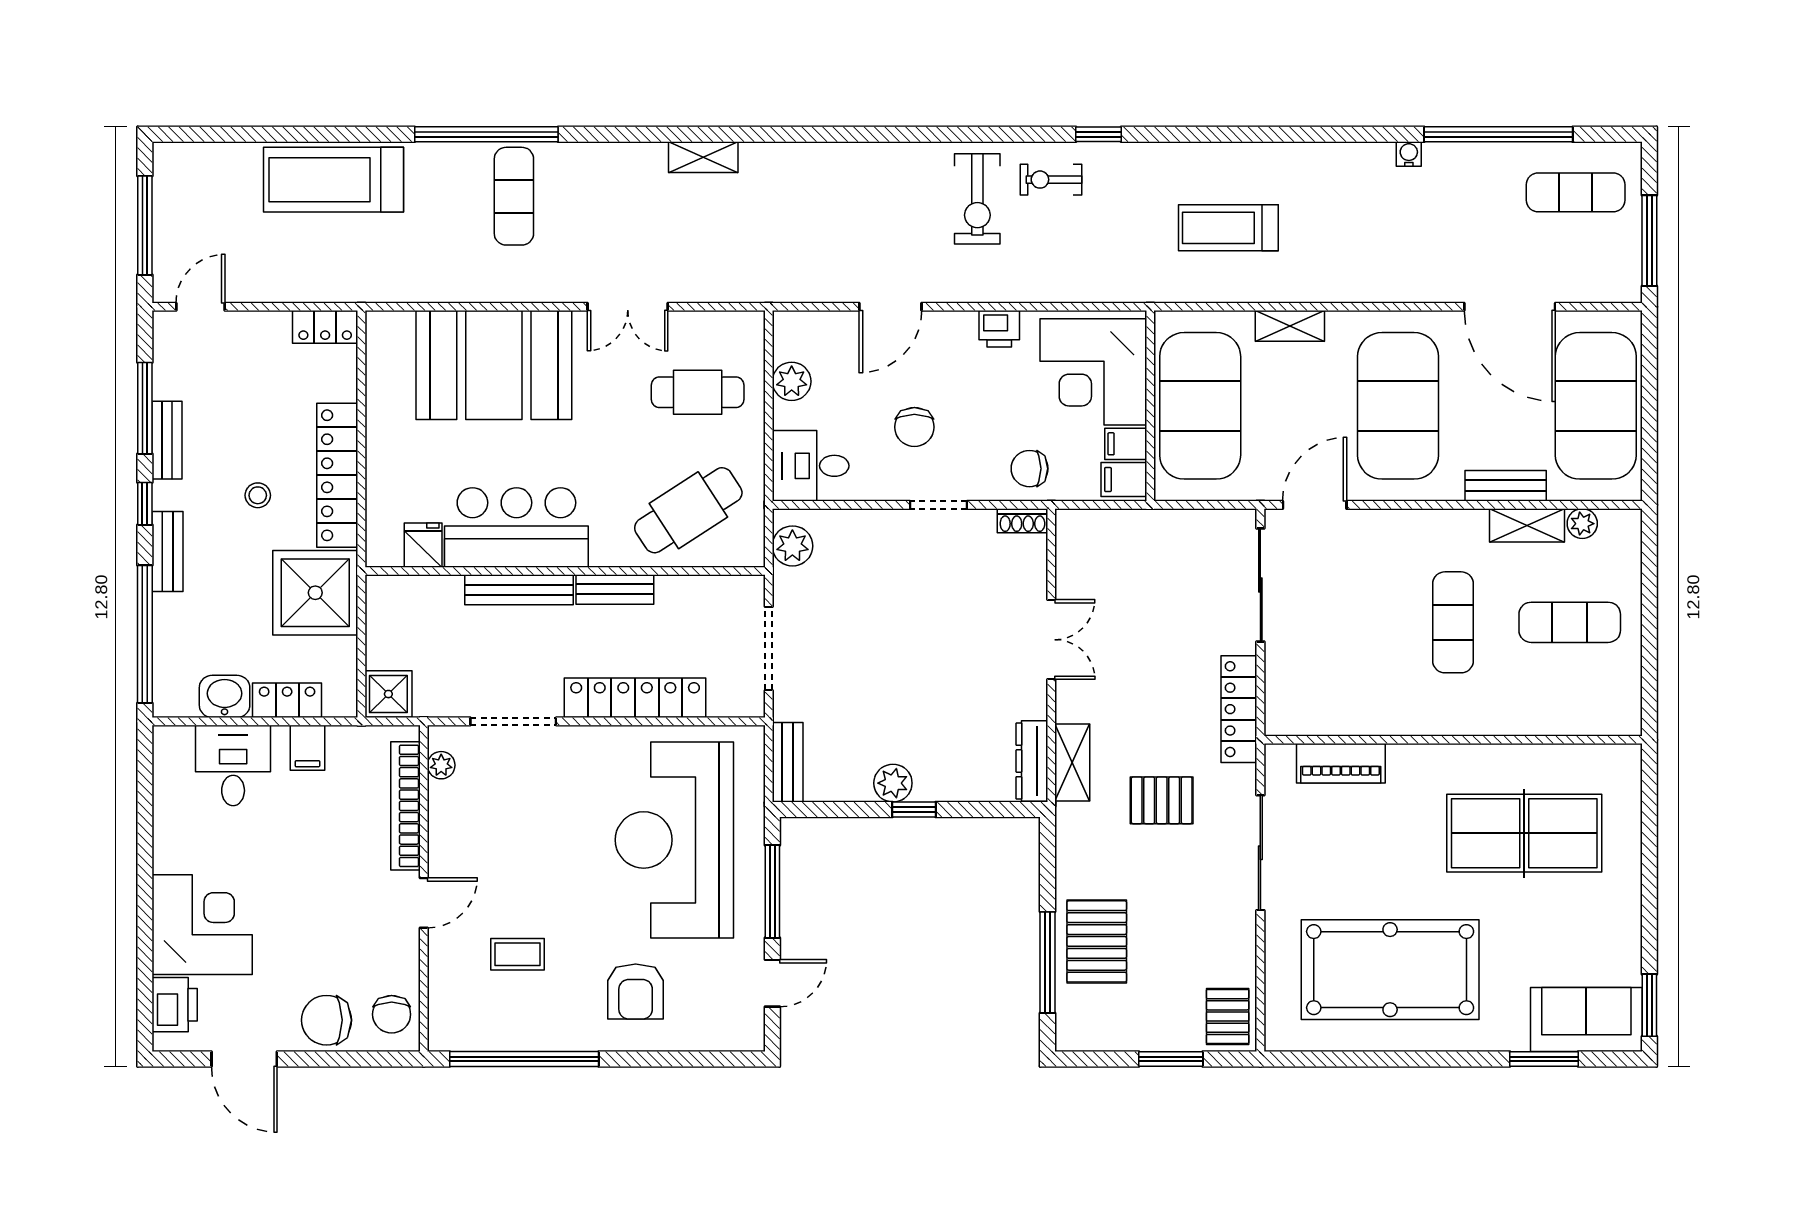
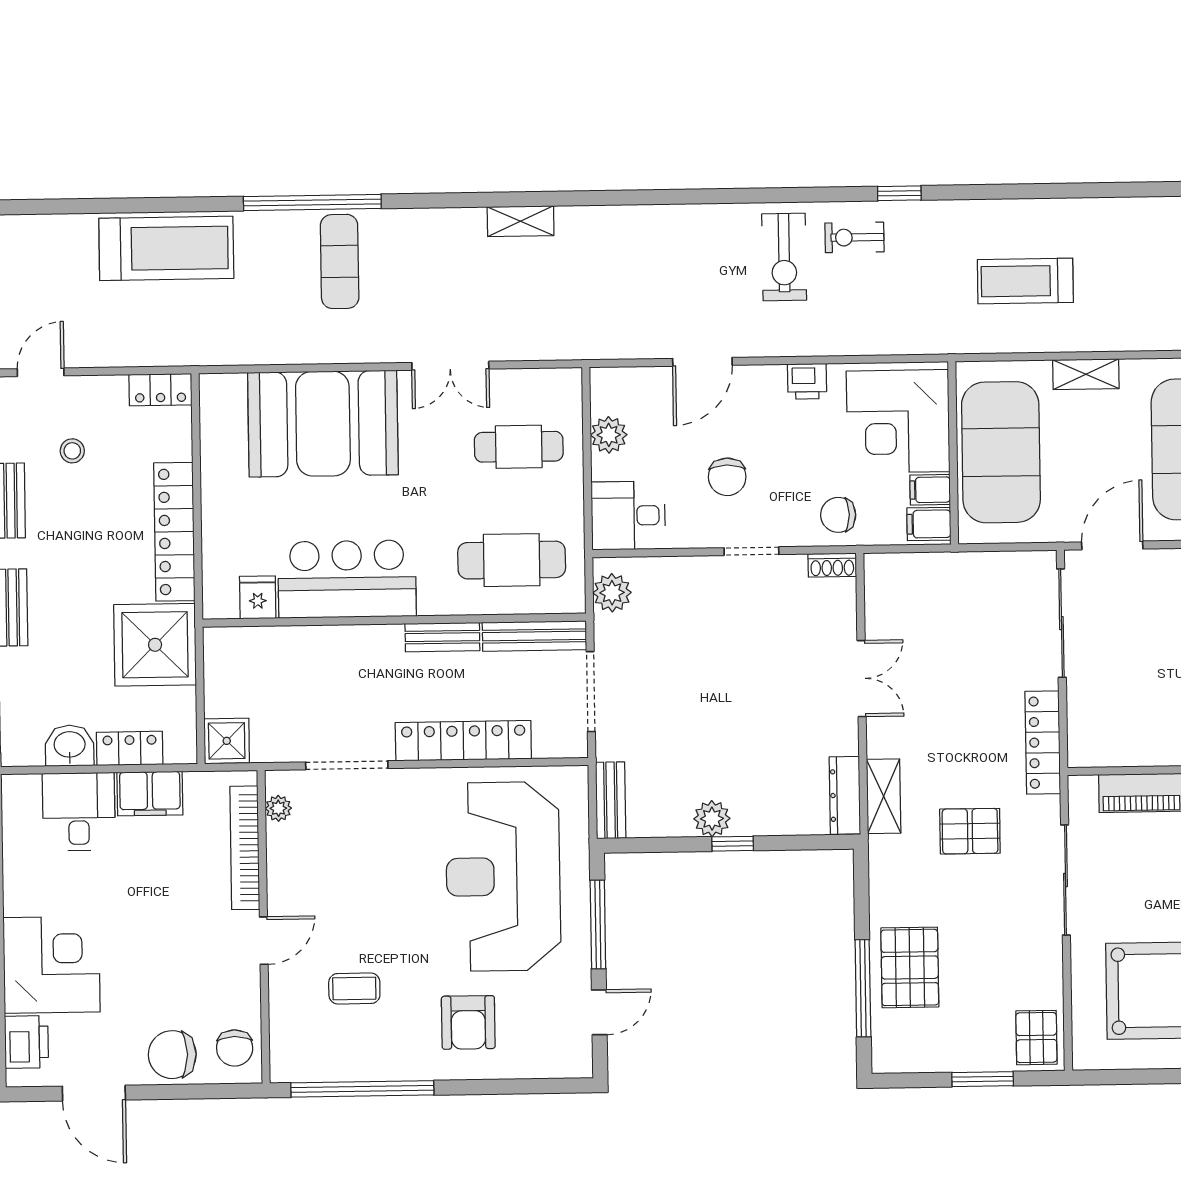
treadmill: (333, 180) -> (166, 248), turned 180
stool: (258, 495) -> (72, 451), moved
cafe table: (688, 510) -> (512, 560), turned 33
bench: (519, 590) -> (534, 636), moved
filing cabinet: (307, 748) -> (150, 794), width x2.00

